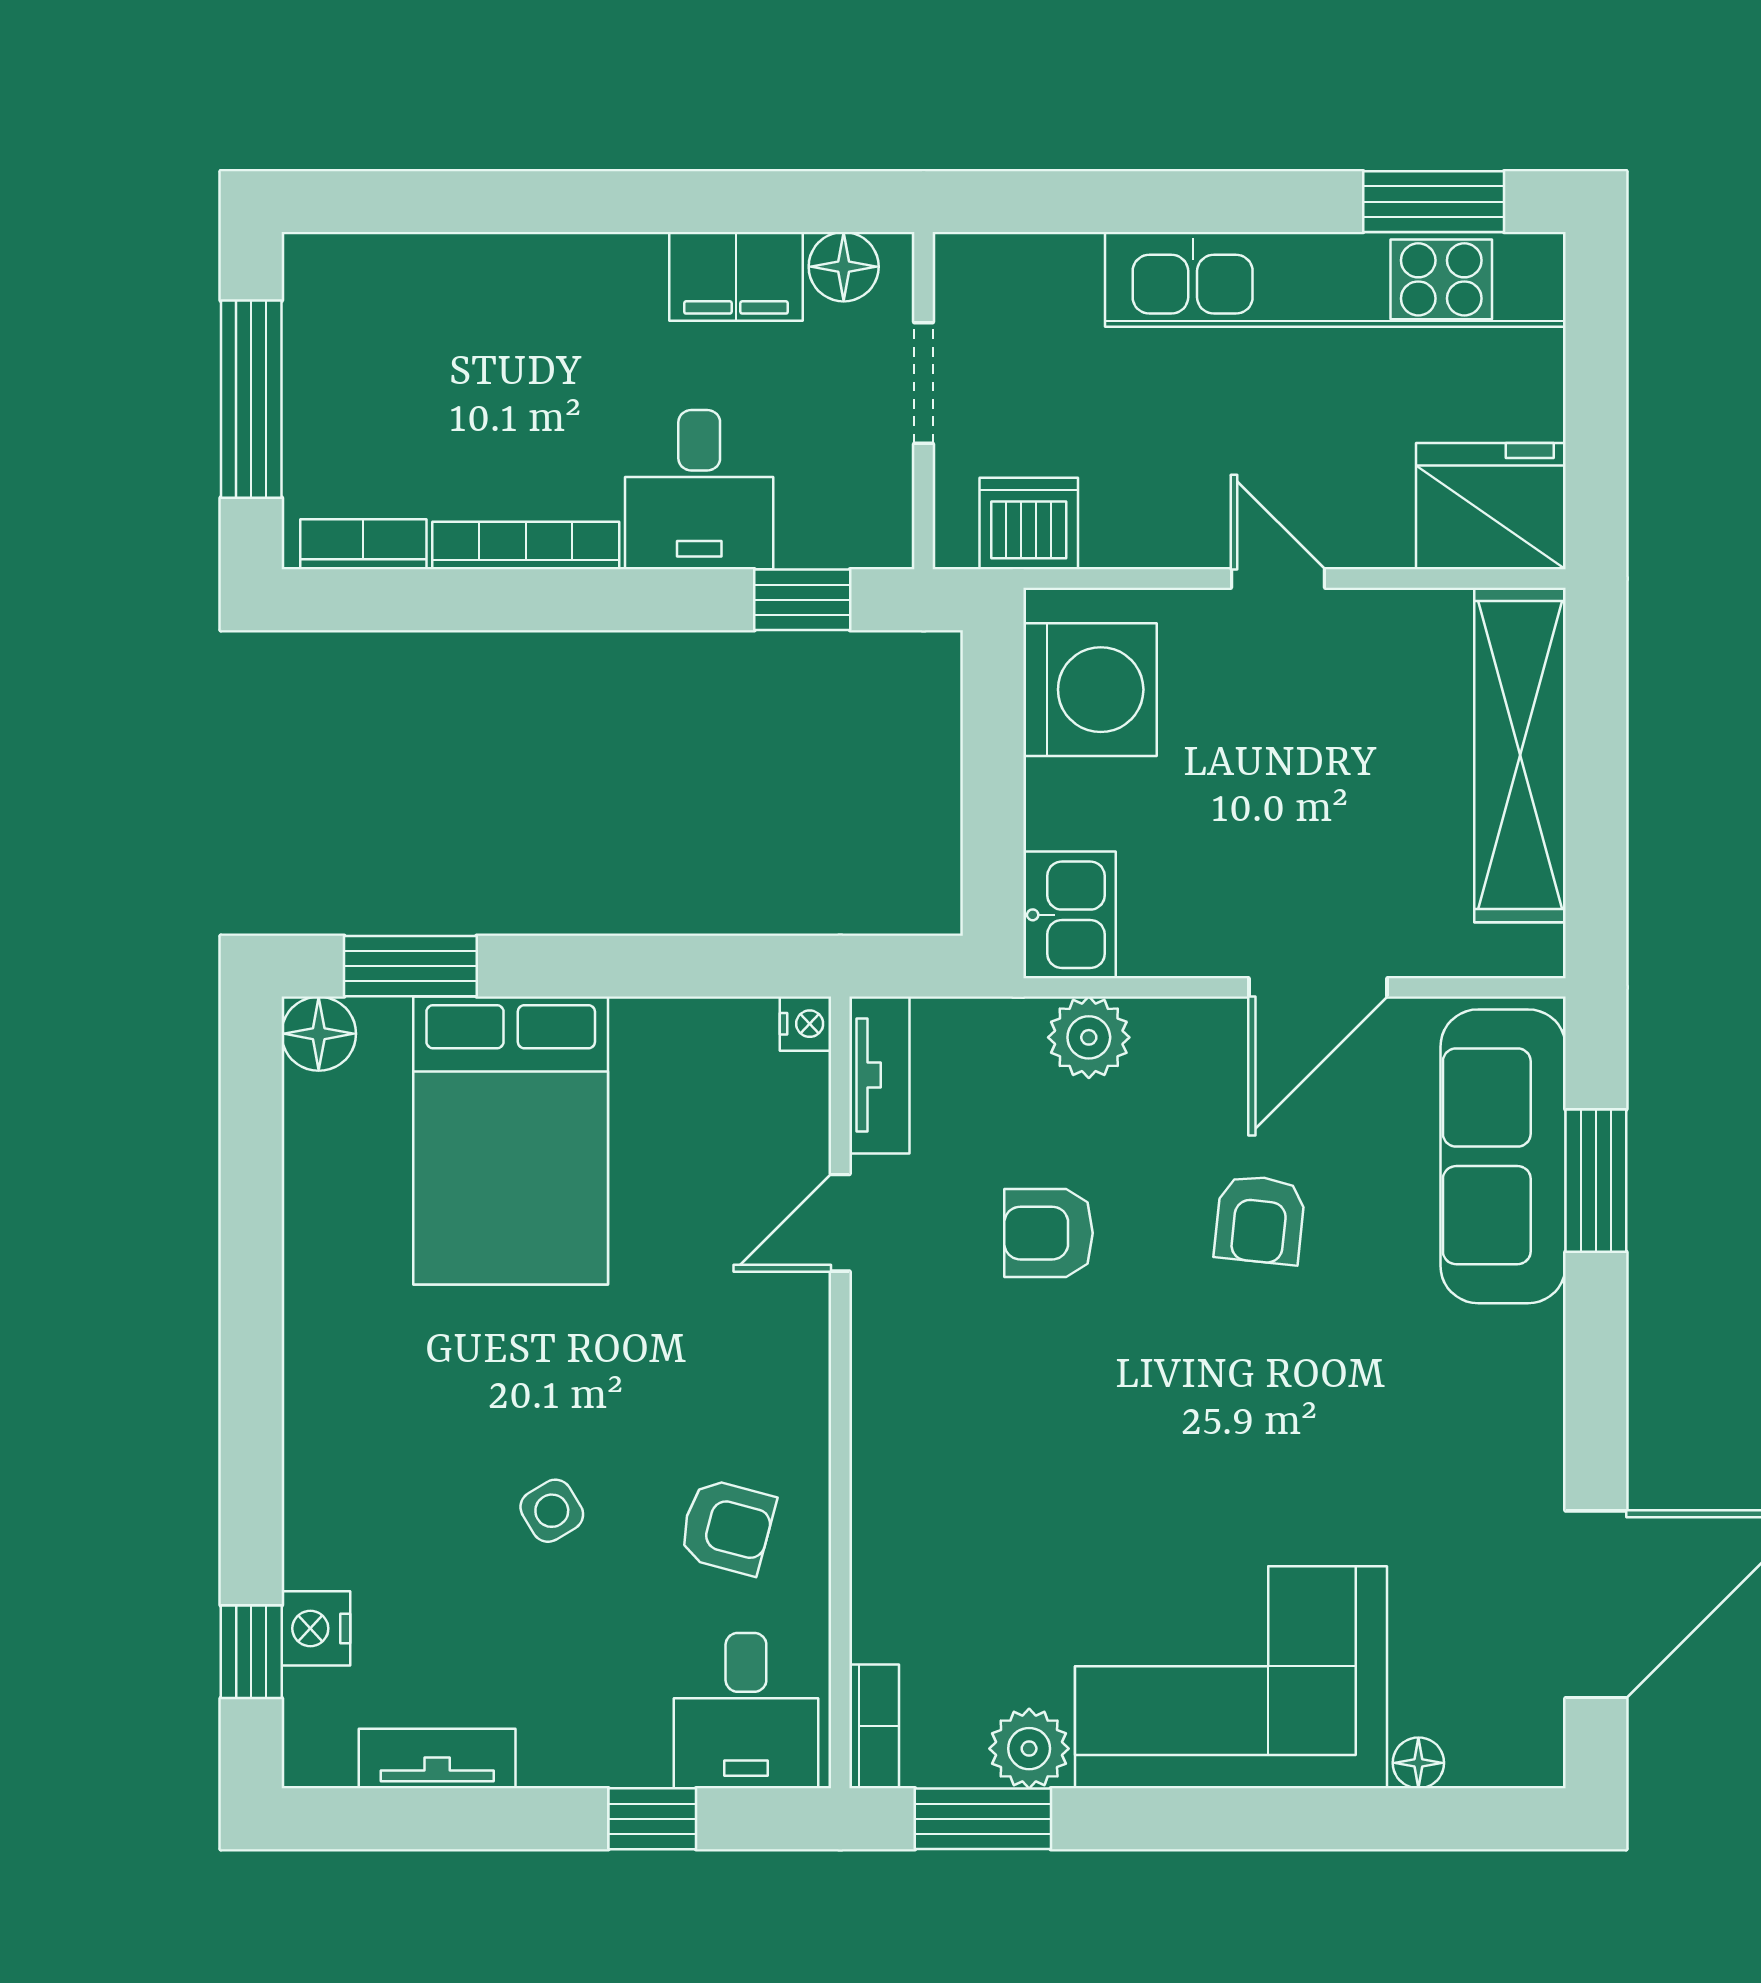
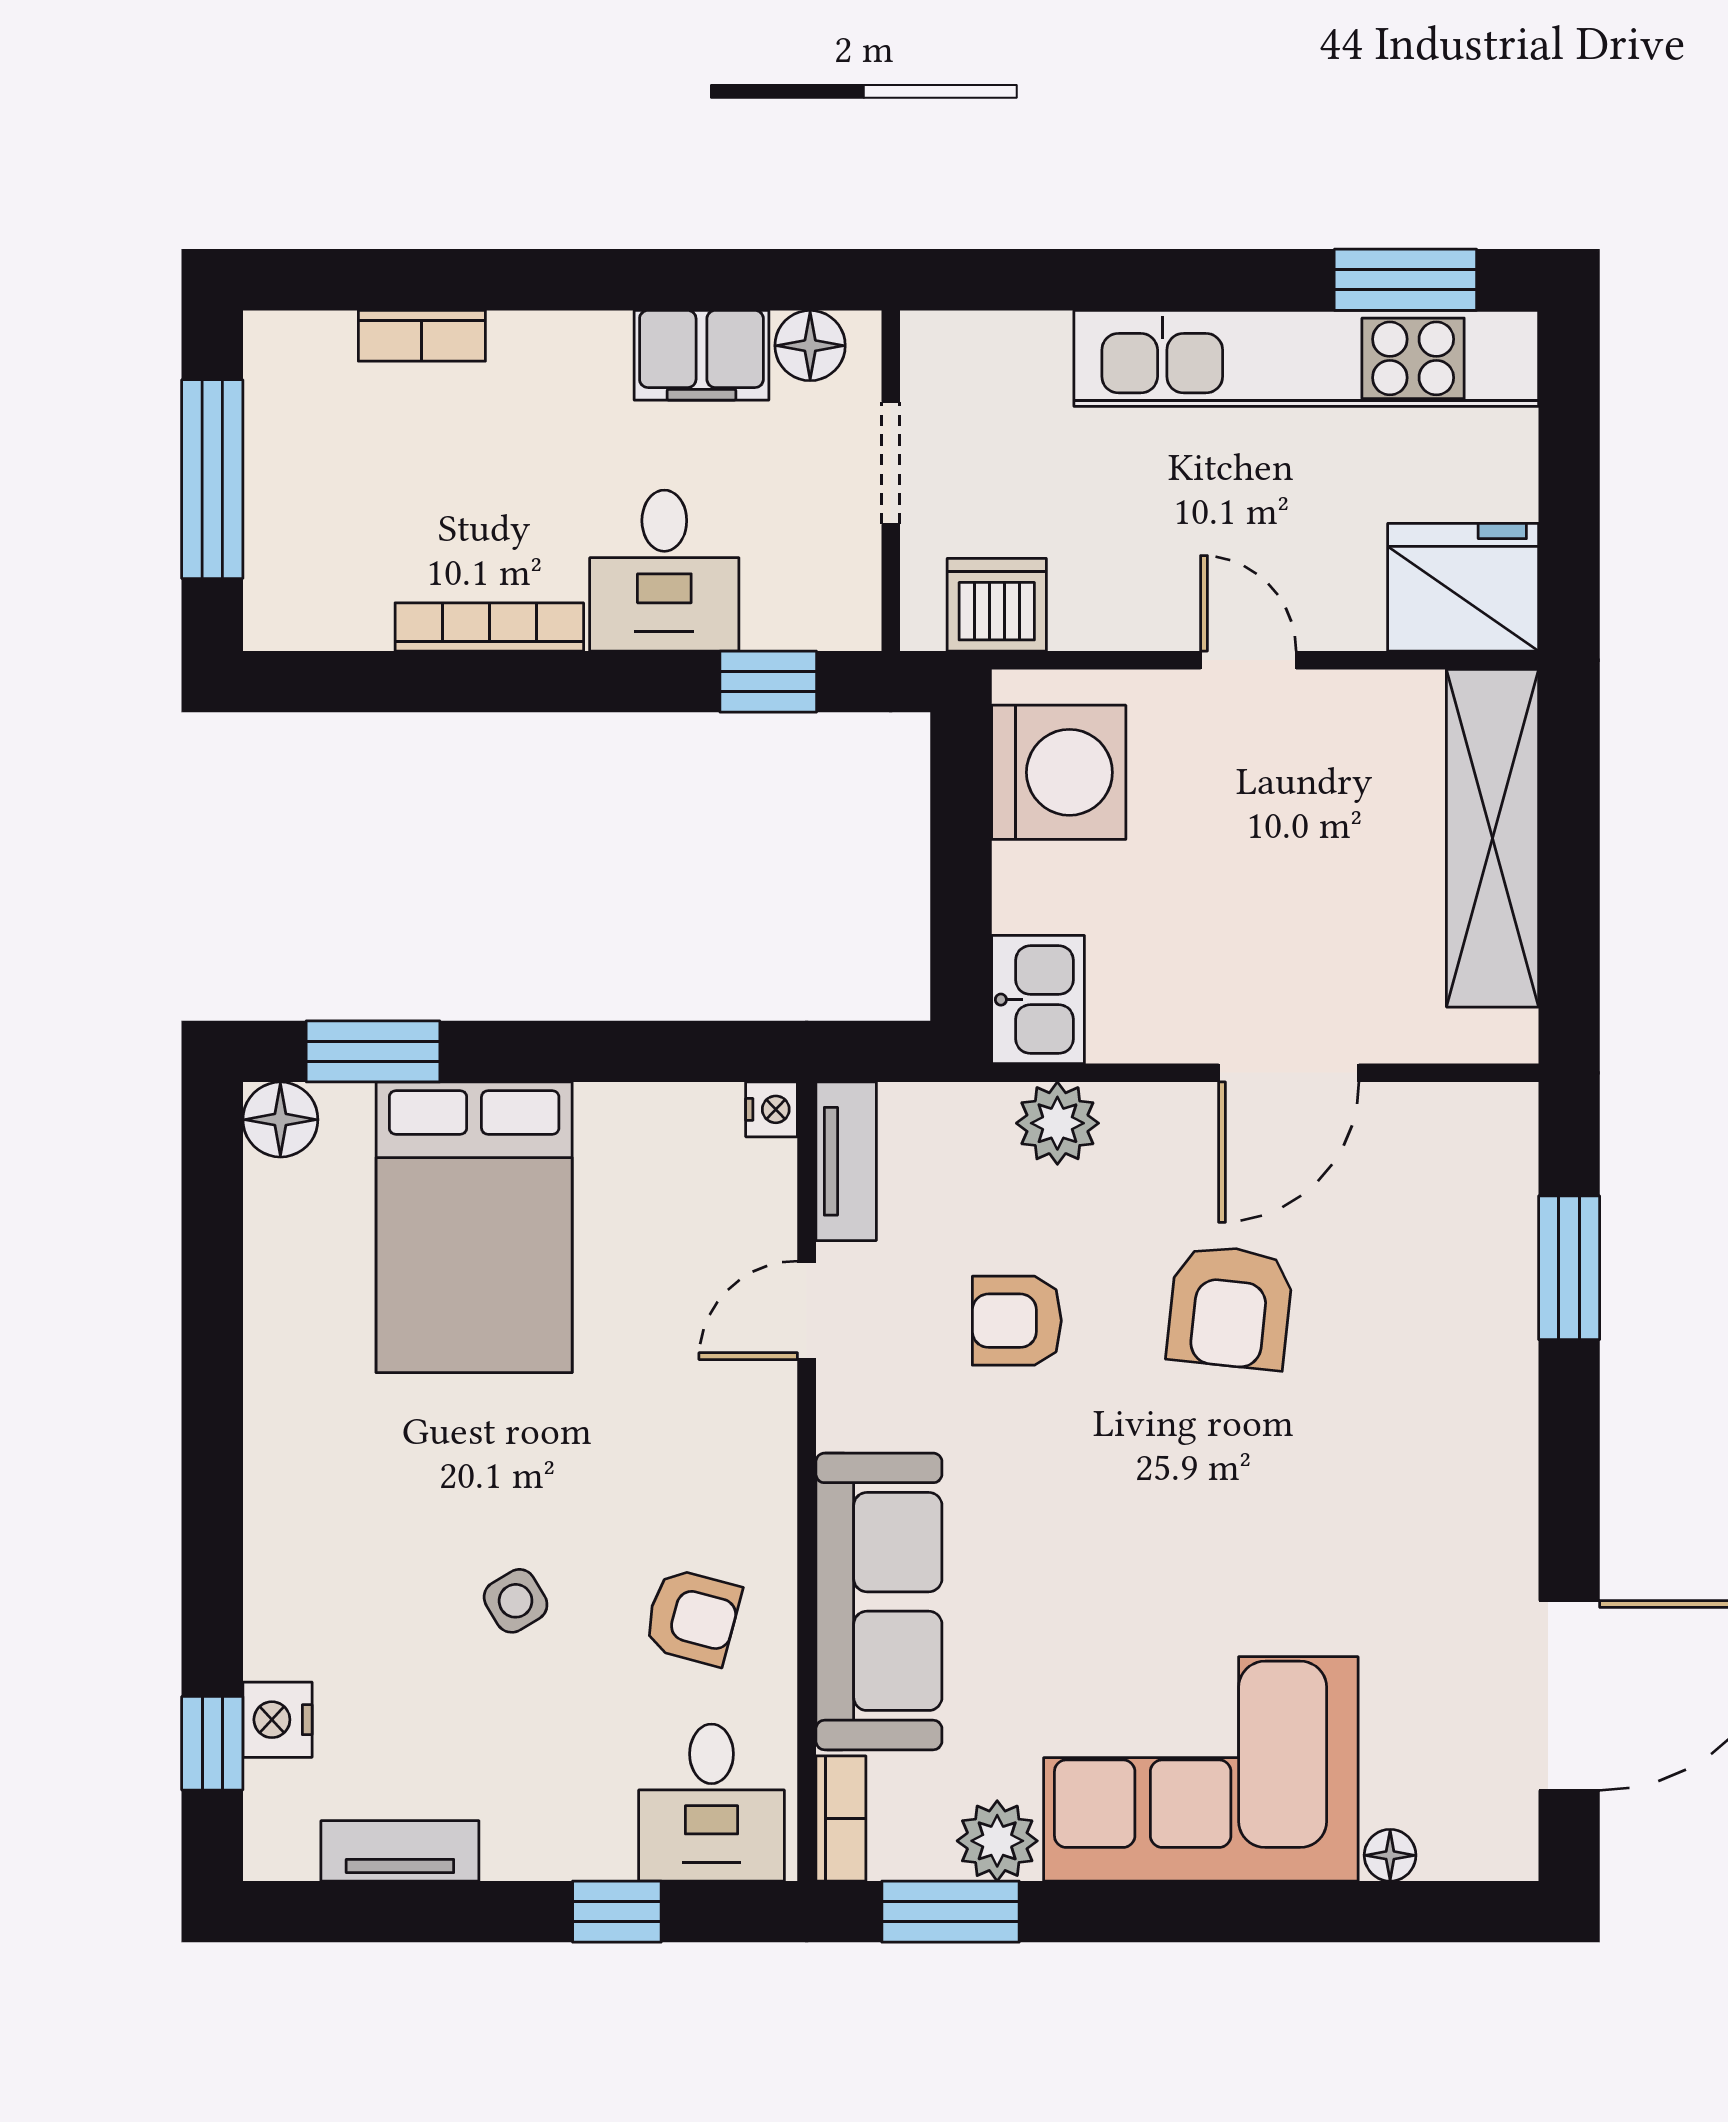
bookcase: (363, 544) -> (422, 336), moved, turned 180
sofa: (1503, 1156) -> (879, 1601), moved, turned 180
armchair: (1260, 1219) -> (1230, 1307), width x1.38, depth x1.38

